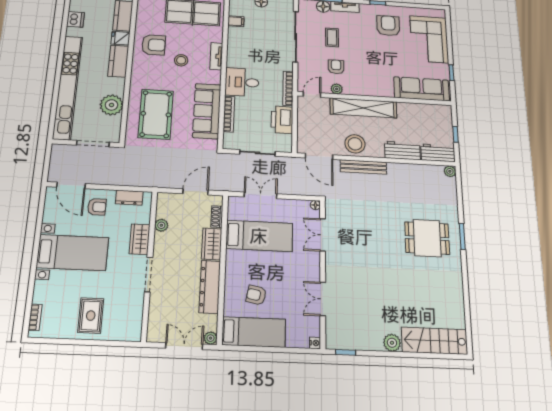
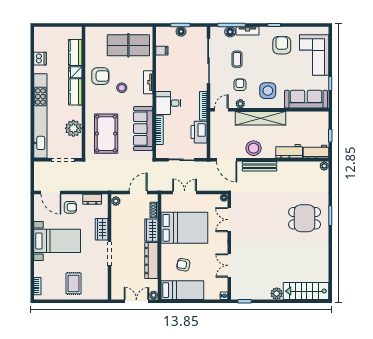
side table: (372, 76) -> (268, 91), added
plant: (161, 225) -> (116, 201), moved
bed: (259, 236) -> (184, 228), width x1.50

